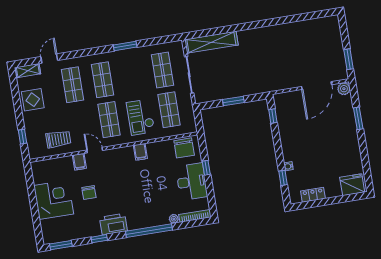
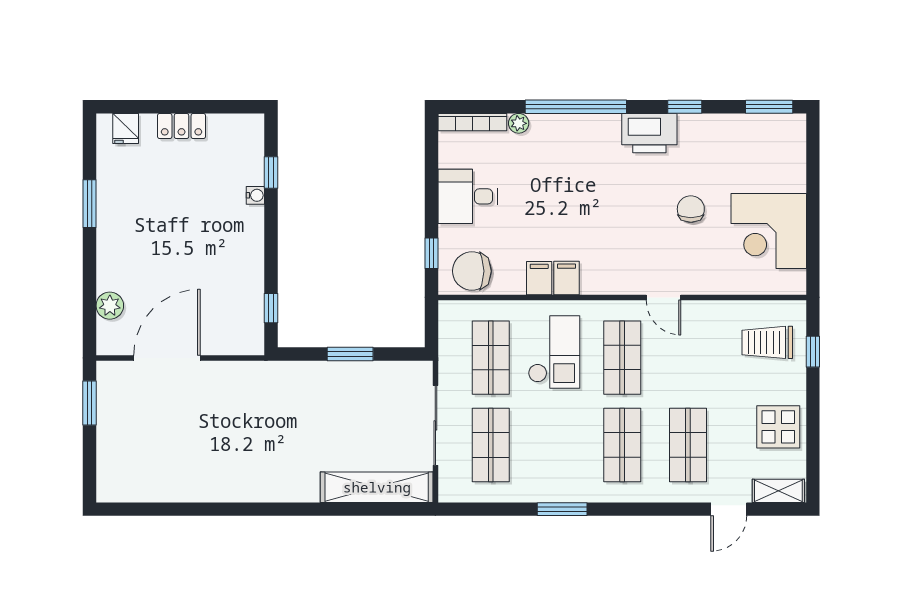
plant: (344, 89) -> (110, 306), moved
window: (358, 118) -> (90, 204), moved
trolley: (58, 139) -> (767, 342), moved
chair: (184, 148) -> (472, 271), turned -90
filing cabinet: (79, 162) -> (539, 278), moved
window: (206, 168) -> (431, 253), moved
desk: (192, 182) -> (468, 196), width x0.73
fridge: (352, 185) -> (126, 128), width x0.53, depth x0.75
locker: (313, 195) -> (182, 126), moved
corner desk: (54, 200) -> (769, 231), moved

